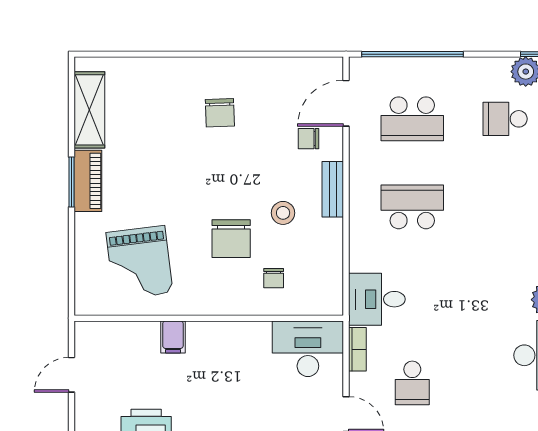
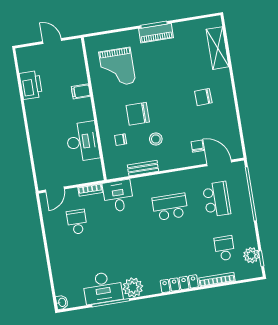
shelving: (89, 110) -> (218, 48), moved, turned 90
school desk: (412, 119) -> (217, 199), turned 180
bench: (333, 189) -> (143, 168), moved
school desk: (412, 207) -> (170, 207), turned -90
grand piano: (139, 263) -> (117, 67), turned -83
desk: (308, 349) -> (83, 142), moved
school desk: (412, 383) -> (77, 222), turned 90

